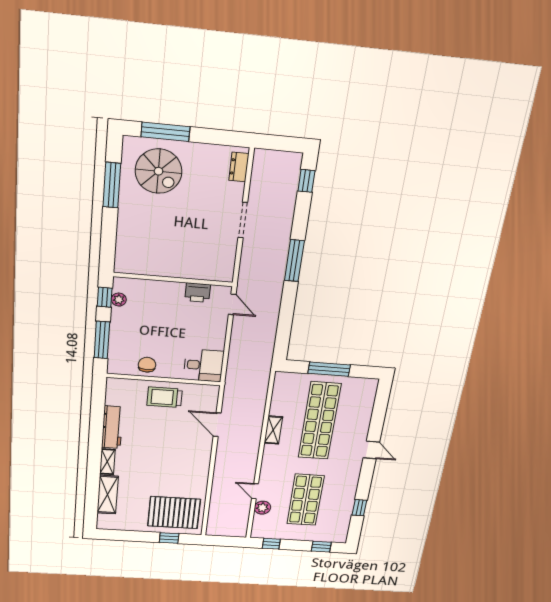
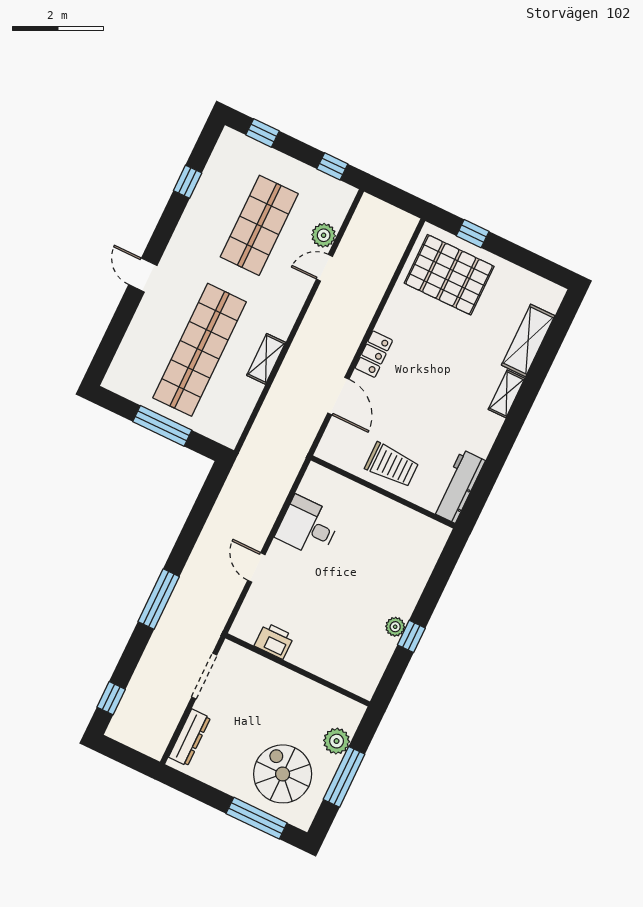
dresser: (239, 167) -> (190, 737), width x1.44
plant: (128, 209) -> (337, 741), added
wall: (173, 279) -> (298, 670), moved
printer: (198, 293) -> (274, 641), moved
window: (102, 340) -> (439, 579), removed
chair: (147, 365) -> (396, 522), removed
desk: (204, 365) -> (308, 527), moved
workbench: (112, 427) -> (459, 486), moved
locker: (204, 455) -> (374, 354), added
door: (255, 491) -> (324, 268), swing flipped

